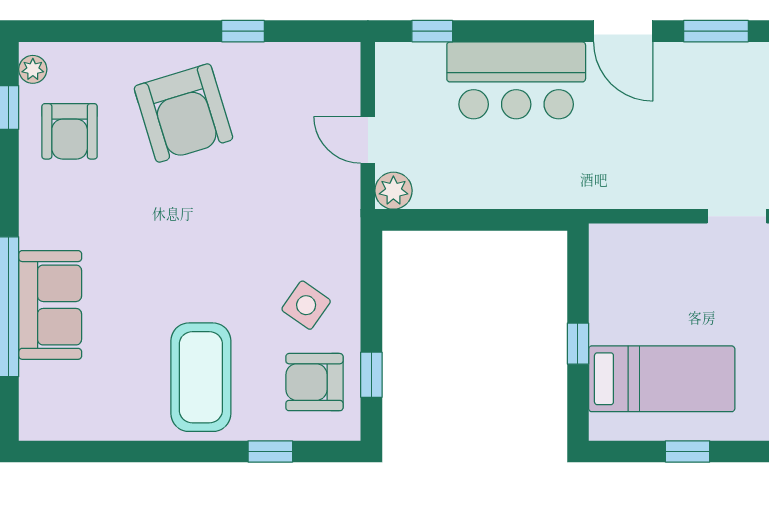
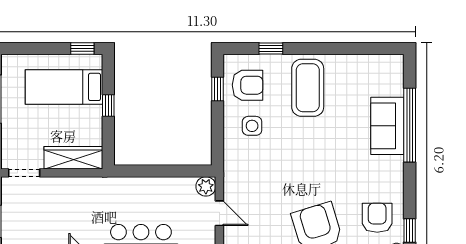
wardrobe: (644, 245) -> (73, 158), added
side table: (306, 305) -> (252, 126), turned -35
window: (688, 451) -> (82, 49), moved

